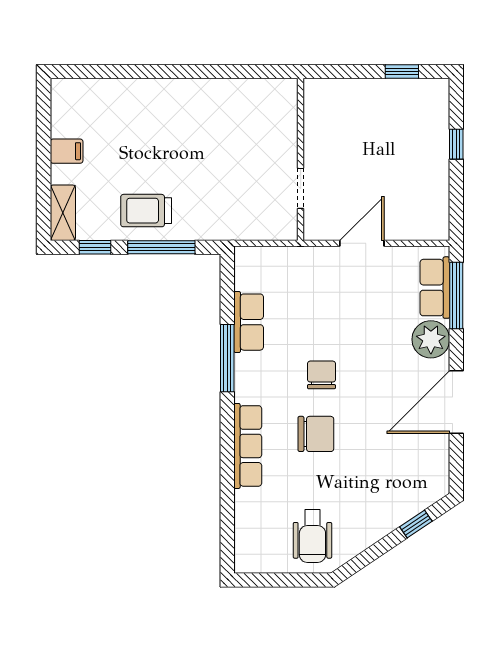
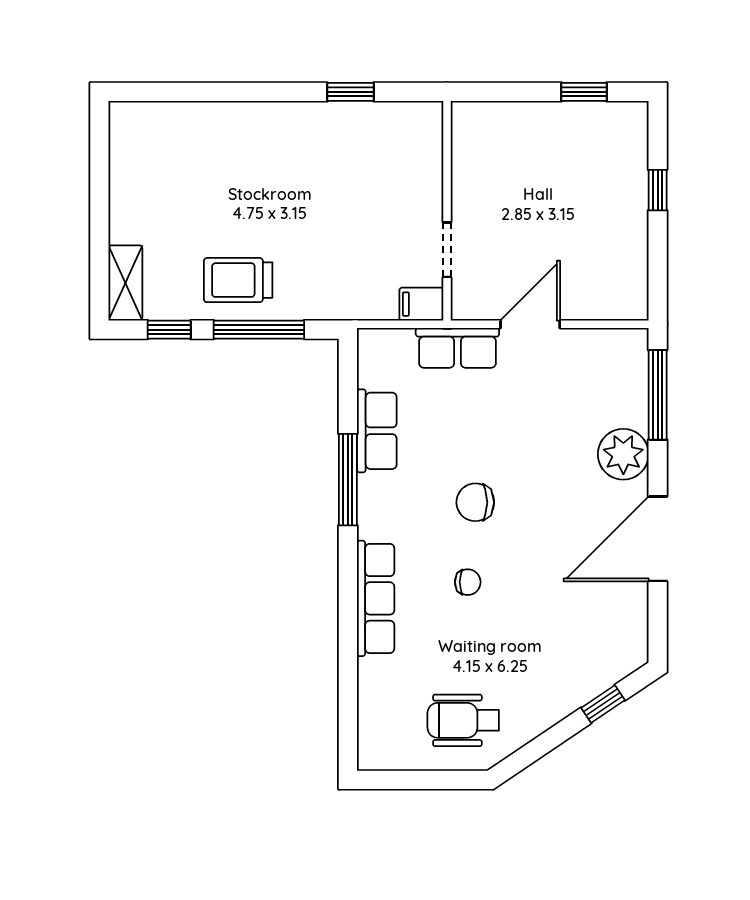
window: (229, 72) -> (350, 92), added
filing cabinet: (67, 151) -> (421, 304), moved, turned 180
row of seats: (435, 288) -> (457, 348), moved, turned -90
chair: (321, 375) -> (475, 502), turned -90
chair: (316, 434) -> (468, 582), width x0.54, depth x0.54
wheelchair: (312, 536) -> (463, 720), turned 90

